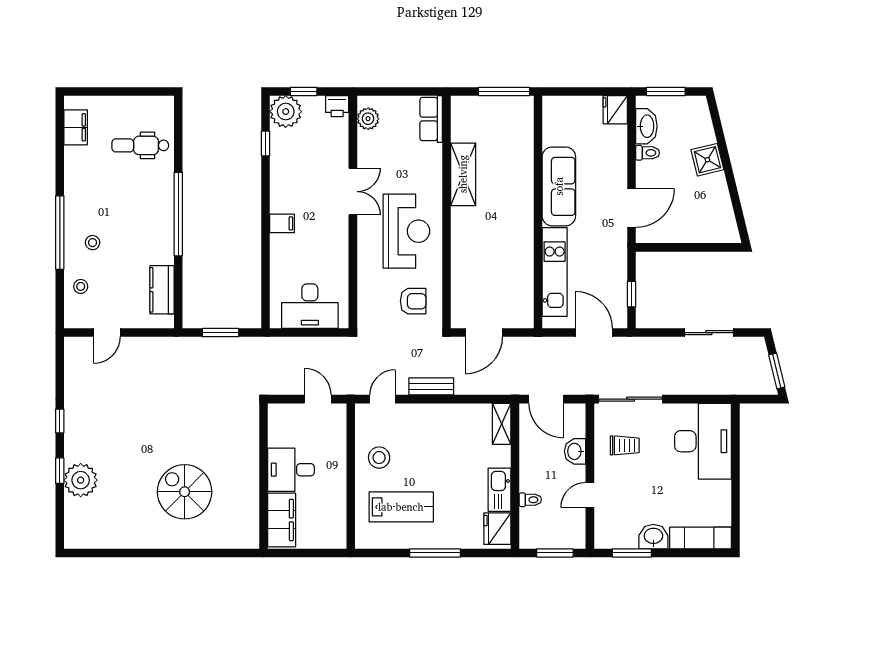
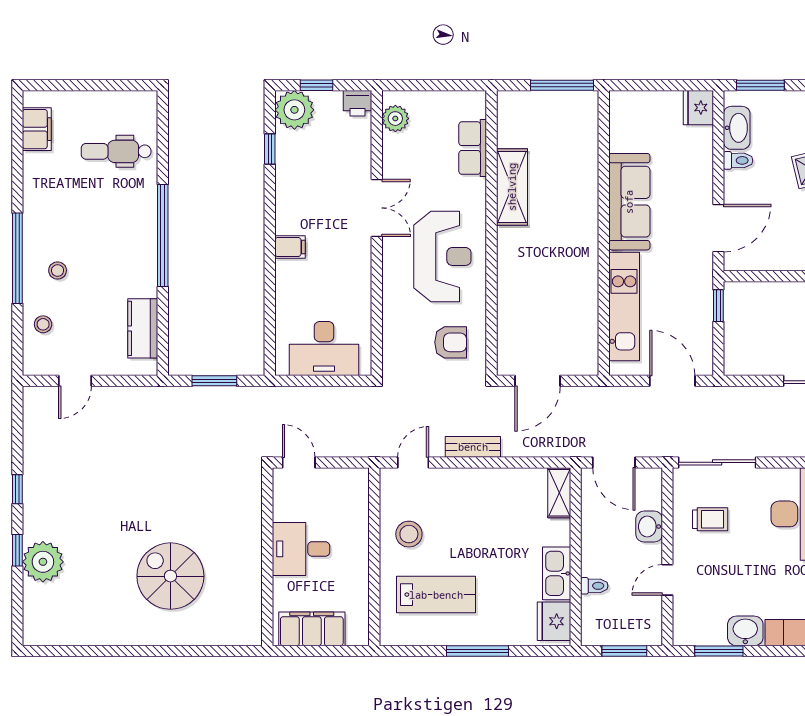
row of seats: (431, 119) -> (473, 148), moved
window: (631, 294) -> (718, 306), moved
door: (318, 399) -> (299, 462), moved
filing cabinet: (282, 520) -> (312, 629), moved, turned -90

